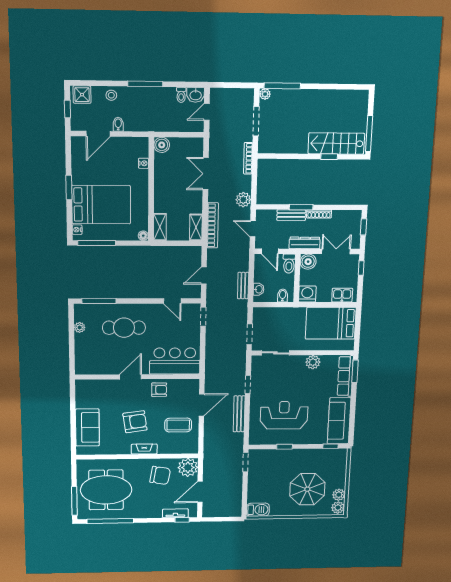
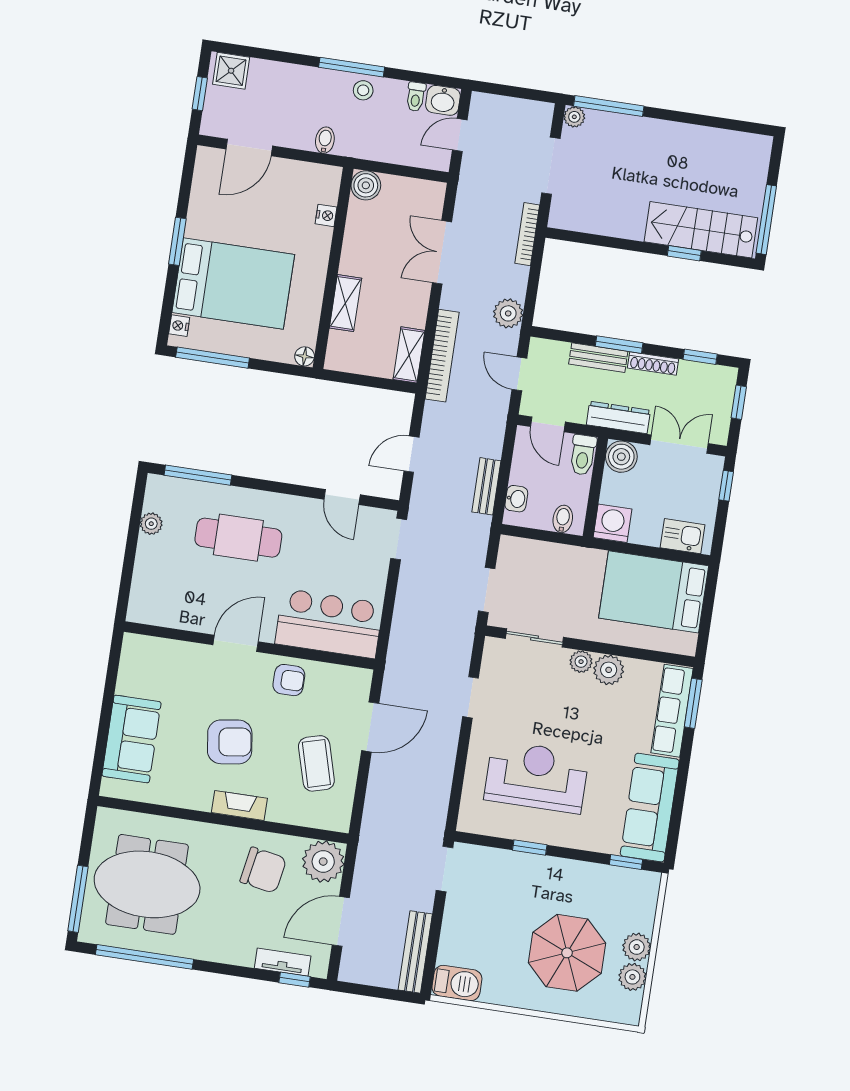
stool: (111, 95) -> (363, 90), moved
bidet: (118, 124) -> (325, 140), moved
window: (342, 207) -> (700, 357), added
shelving: (160, 227) -> (345, 303), moved
plant: (299, 360) -> (581, 662), added
bench: (239, 414) -> (415, 952), moved
coffee table: (178, 425) -> (316, 763), turned 74
plant: (338, 508) -> (637, 947), moved

